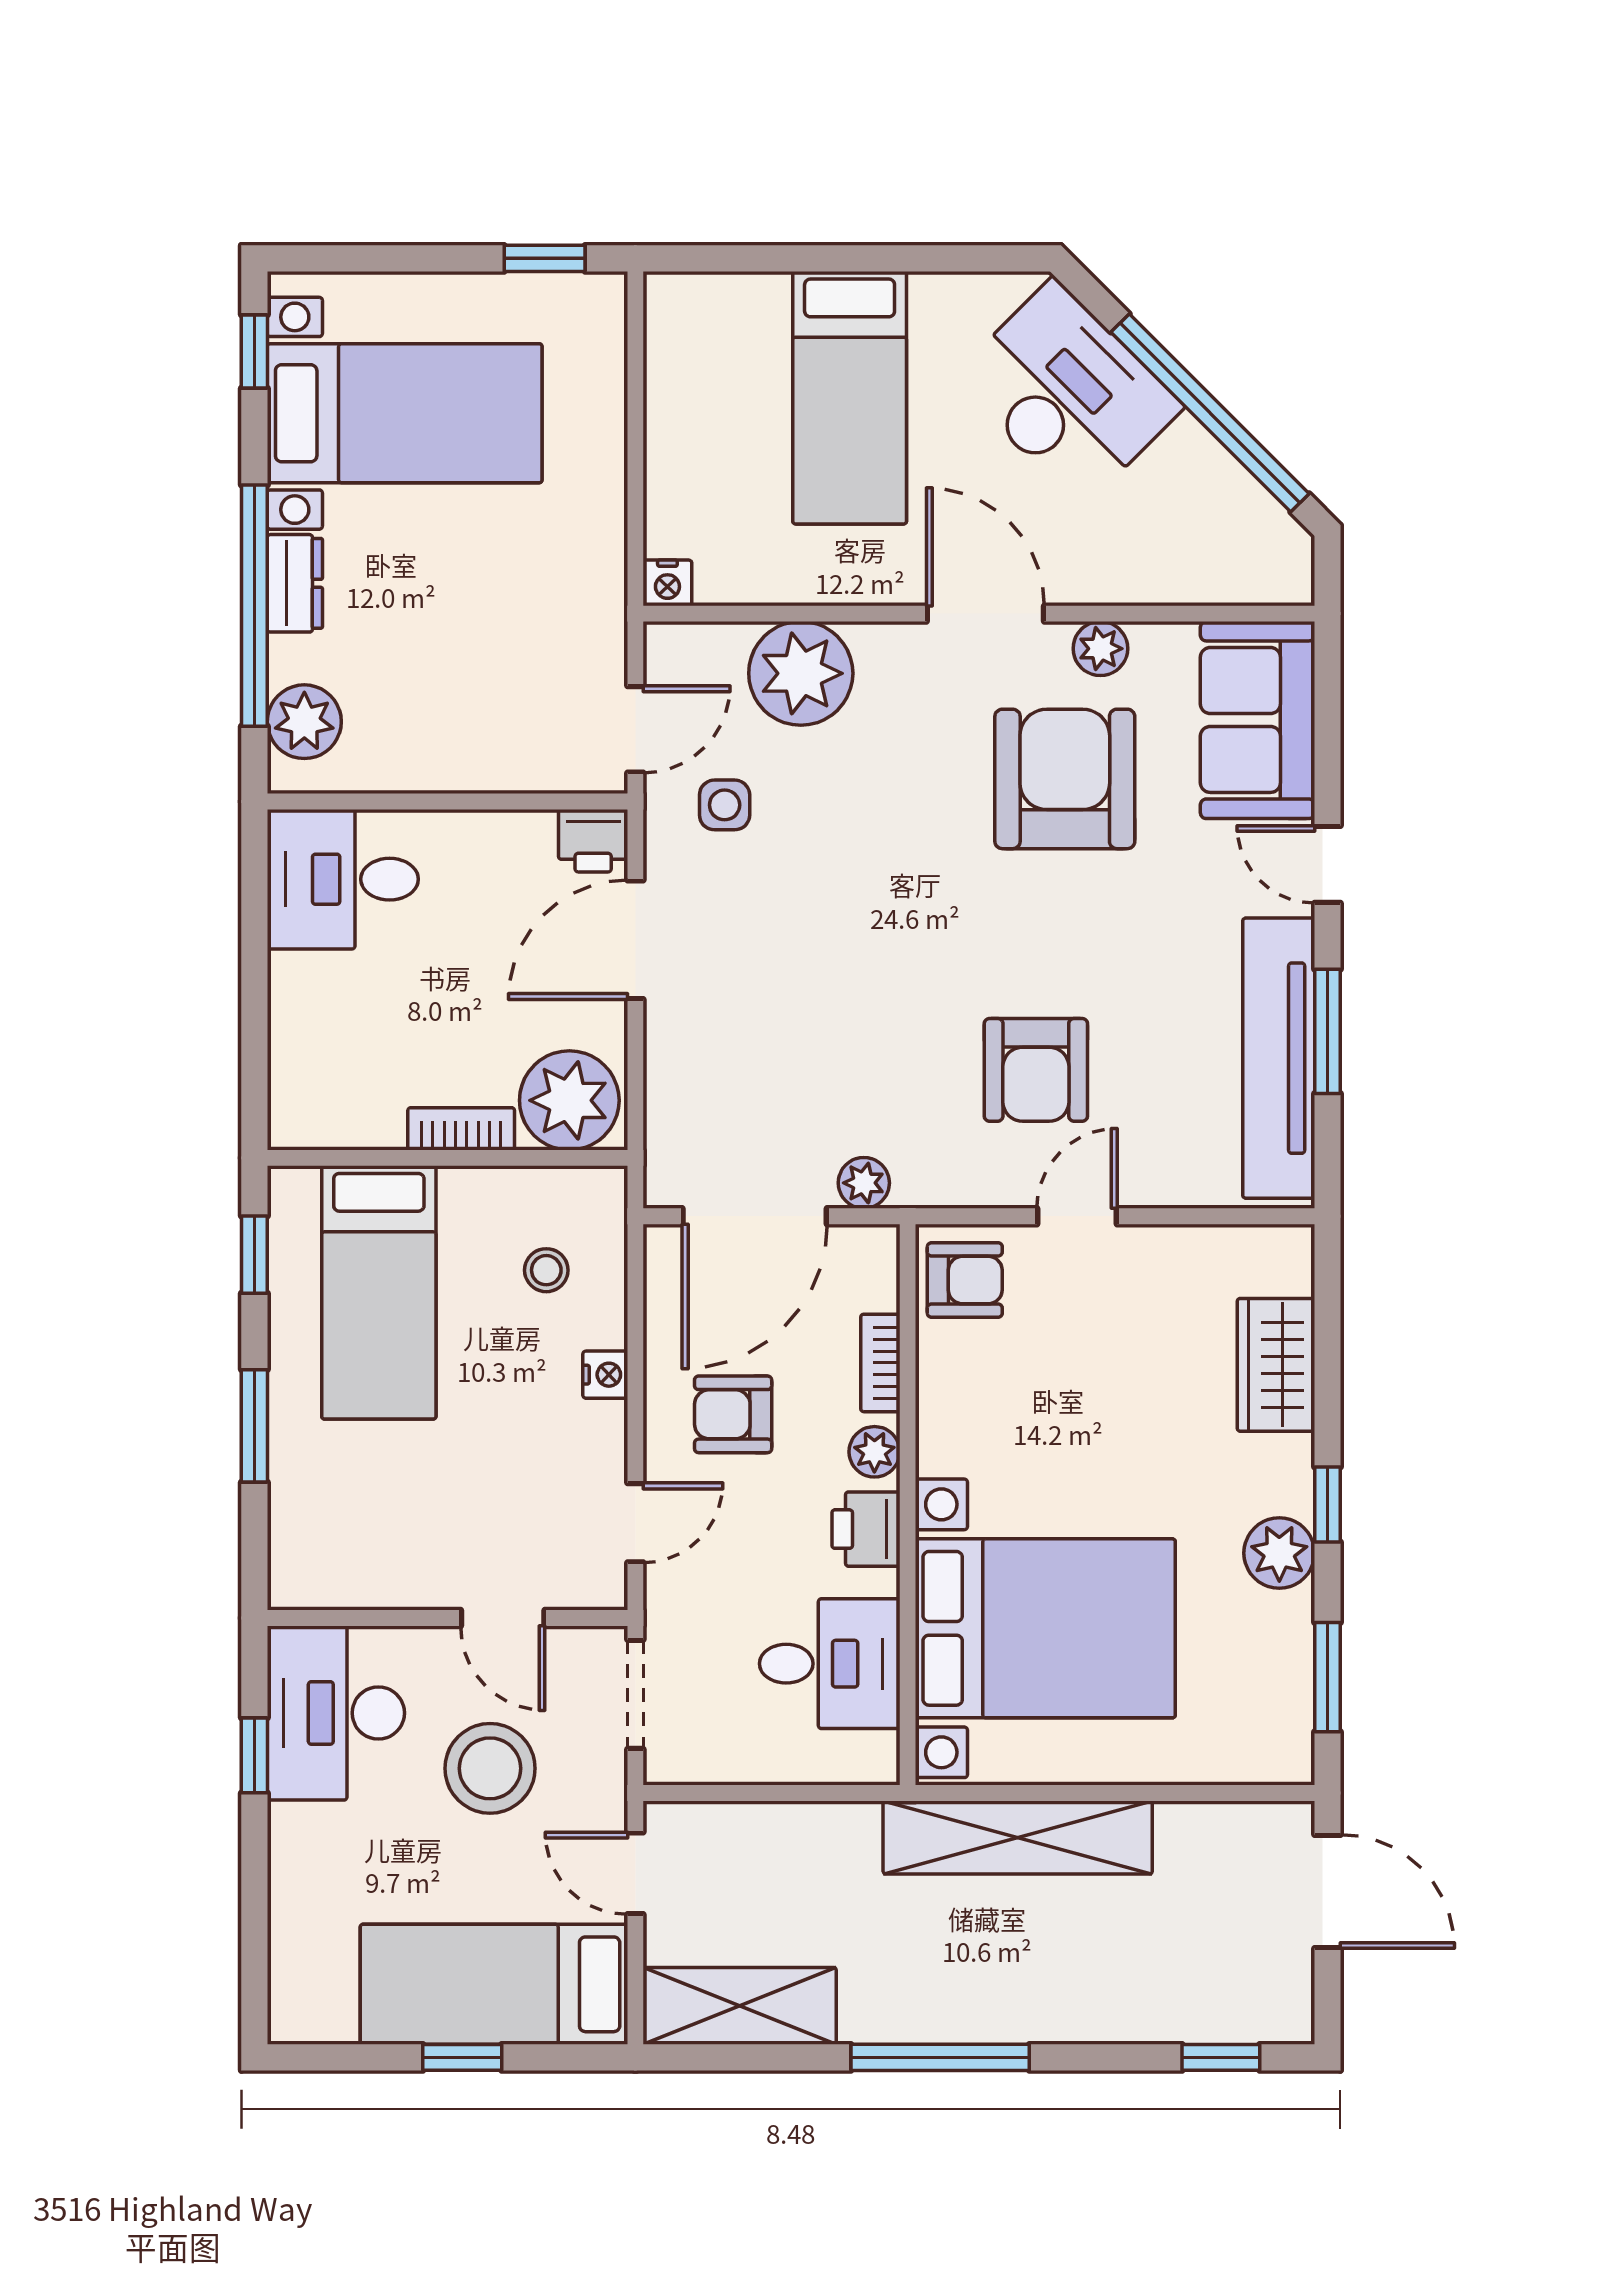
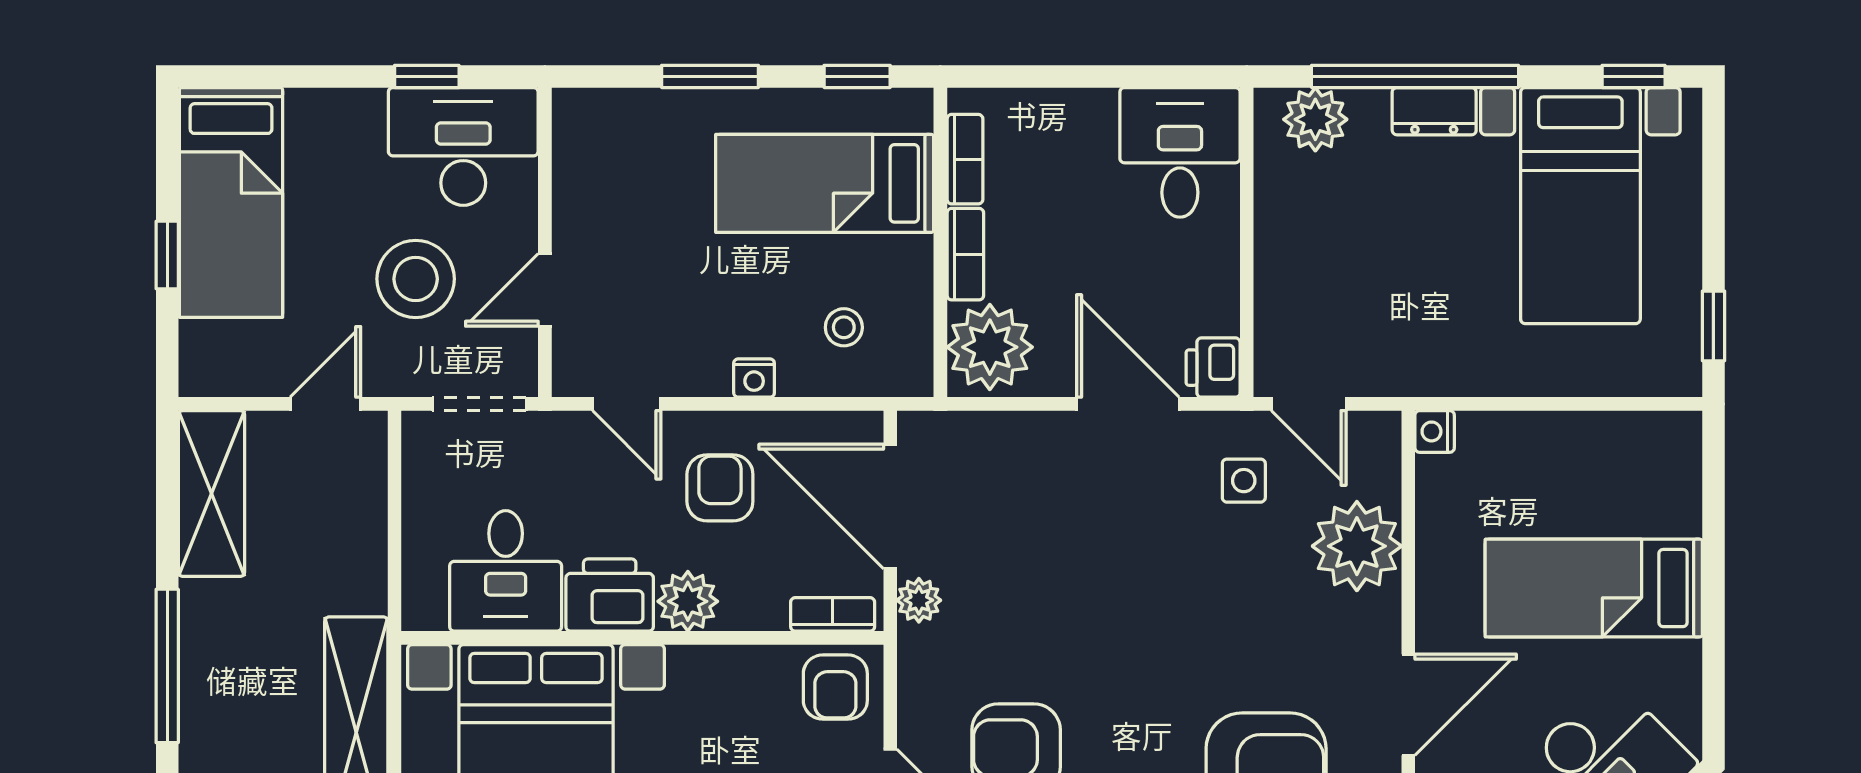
bookcase: (351, 1129) -> (965, 159), added
bookcase: (880, 1363) -> (833, 614), moved
plant: (874, 1452) -> (688, 601), width x1.38, depth x1.38
printer: (866, 1529) -> (610, 595), width x1.36, depth x1.24
bed: (494, 1984) -> (231, 202), moved, turned 180

